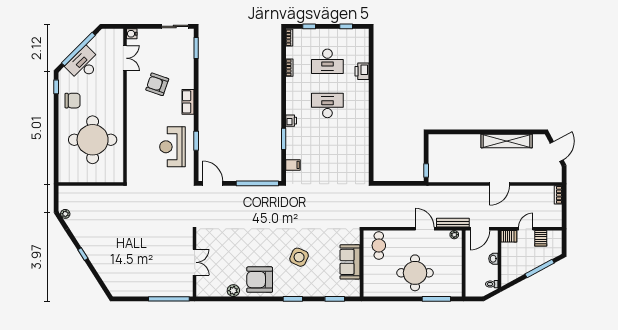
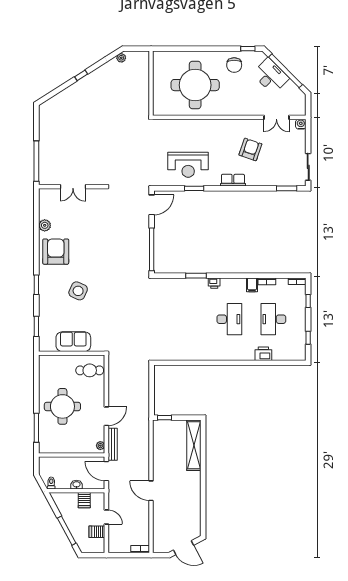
shelving: (507, 141) -> (194, 445), moved
reception desk: (173, 147) -> (188, 165), turned 180
filing cabinet: (293, 165) -> (252, 285), moved
server rack: (509, 236) -> (84, 500), moved

